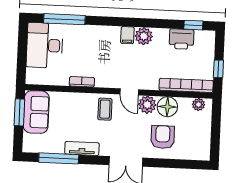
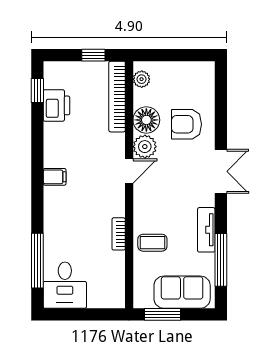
plant: (144, 36) -> (55, 155), removed
desk: (45, 45) -> (65, 285), width x0.73
coffee table: (105, 109) -> (152, 243), moved
sofa: (36, 112) -> (182, 292), moved

